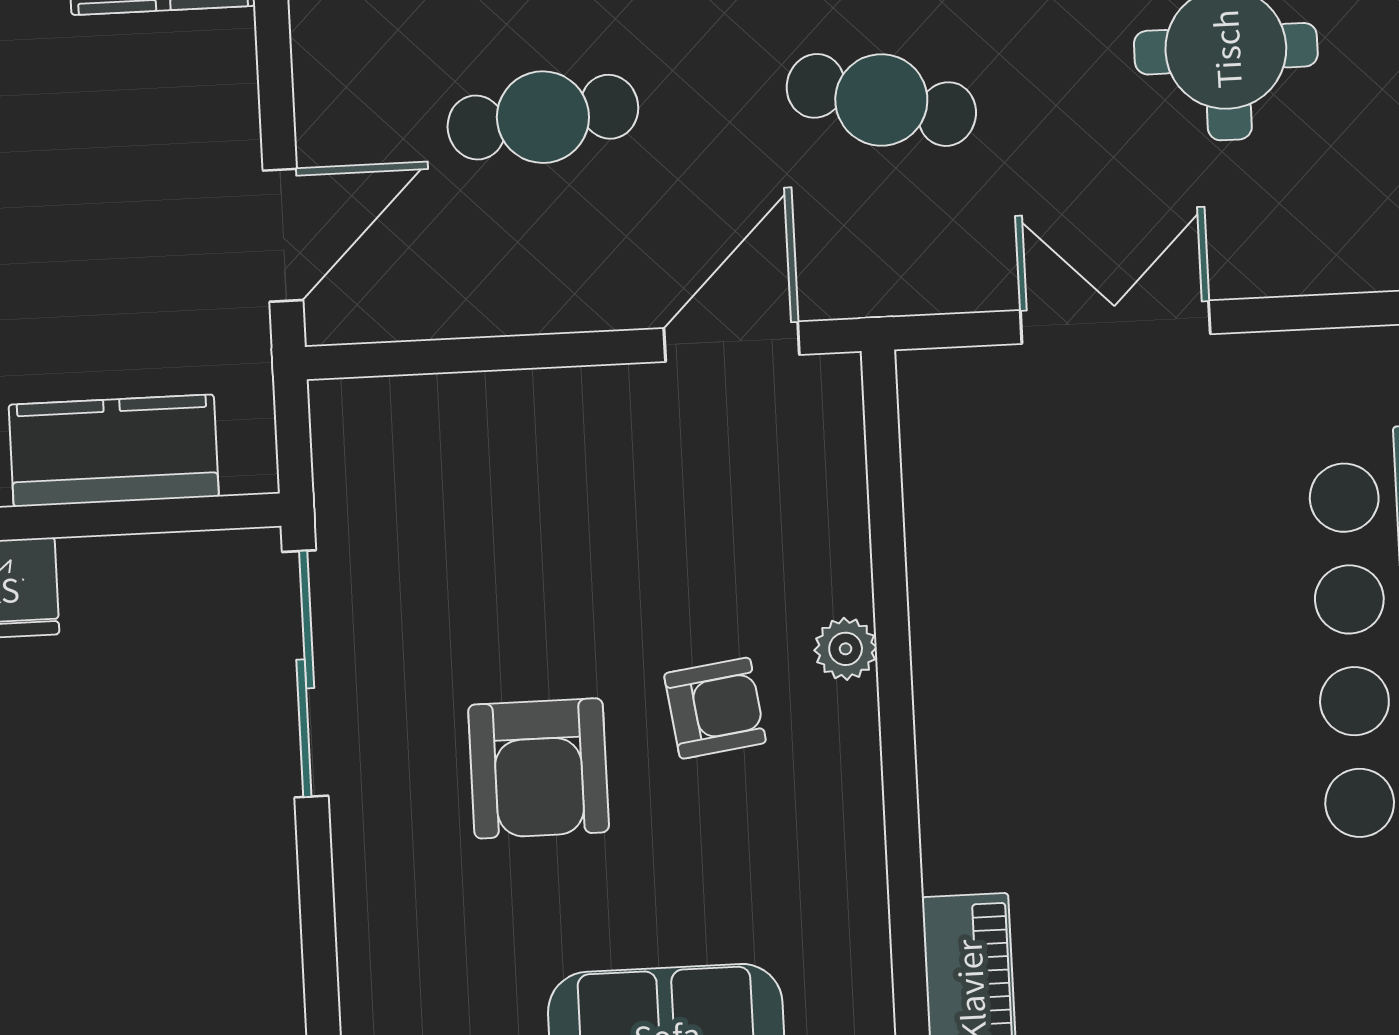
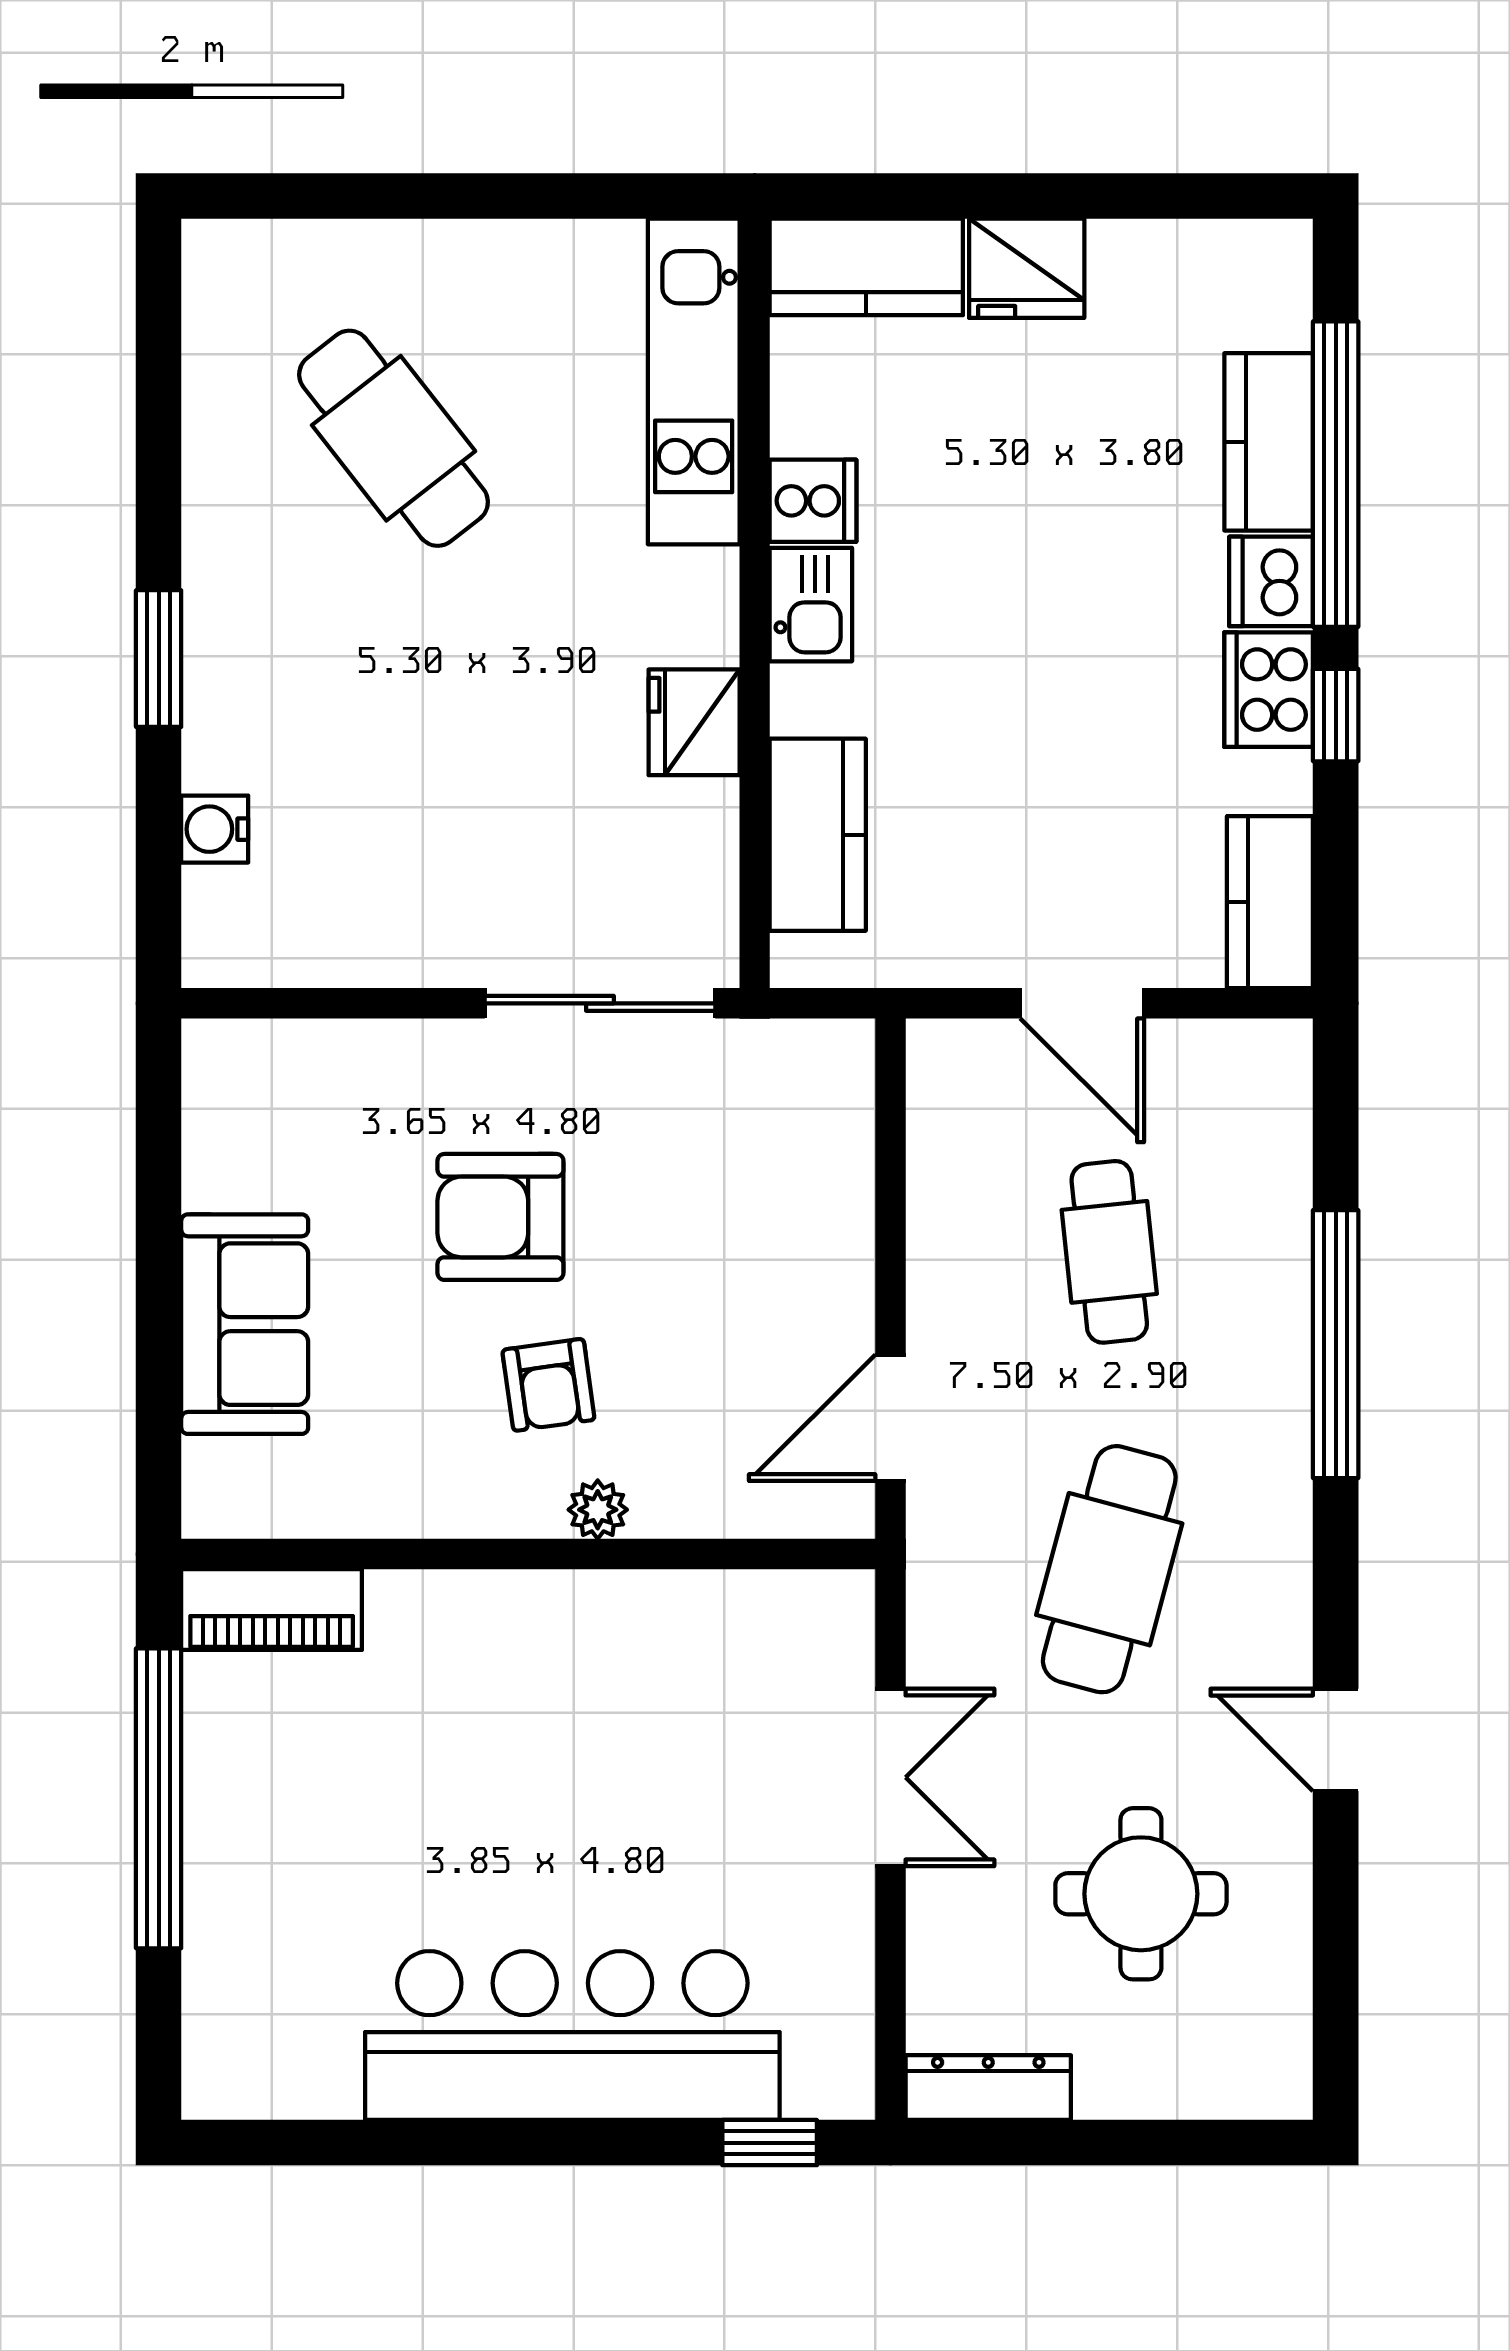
cafe table: (881, 100) -> (1109, 1569), width x1.37, depth x1.35
door: (283, 235) -> (1082, 1003), moved
door: (732, 342) -> (890, 1418), swing flipped

